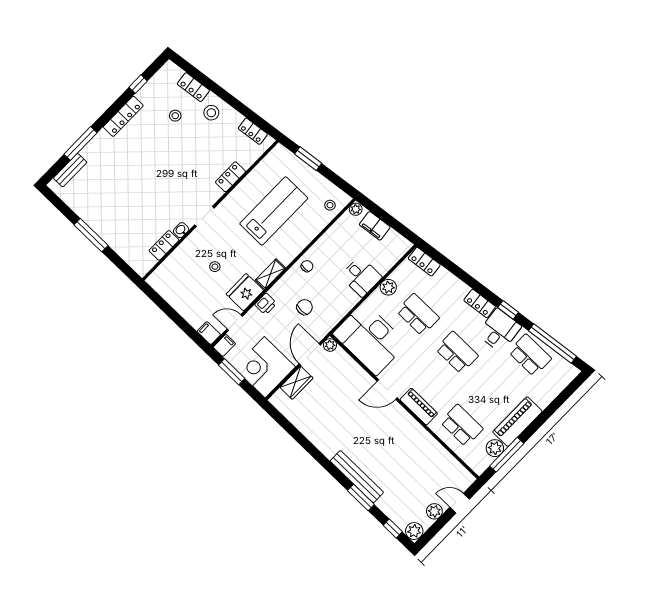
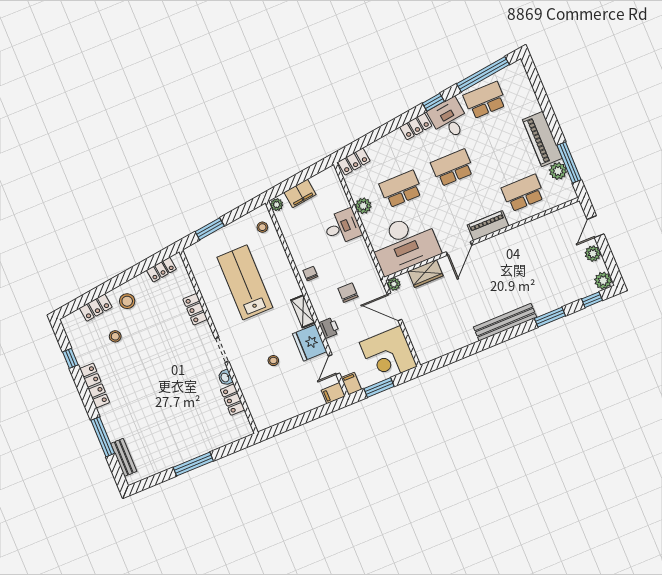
wardrobe: (296, 383) -> (426, 274), moved, turned 90
bench: (357, 477) -> (505, 322), moved

